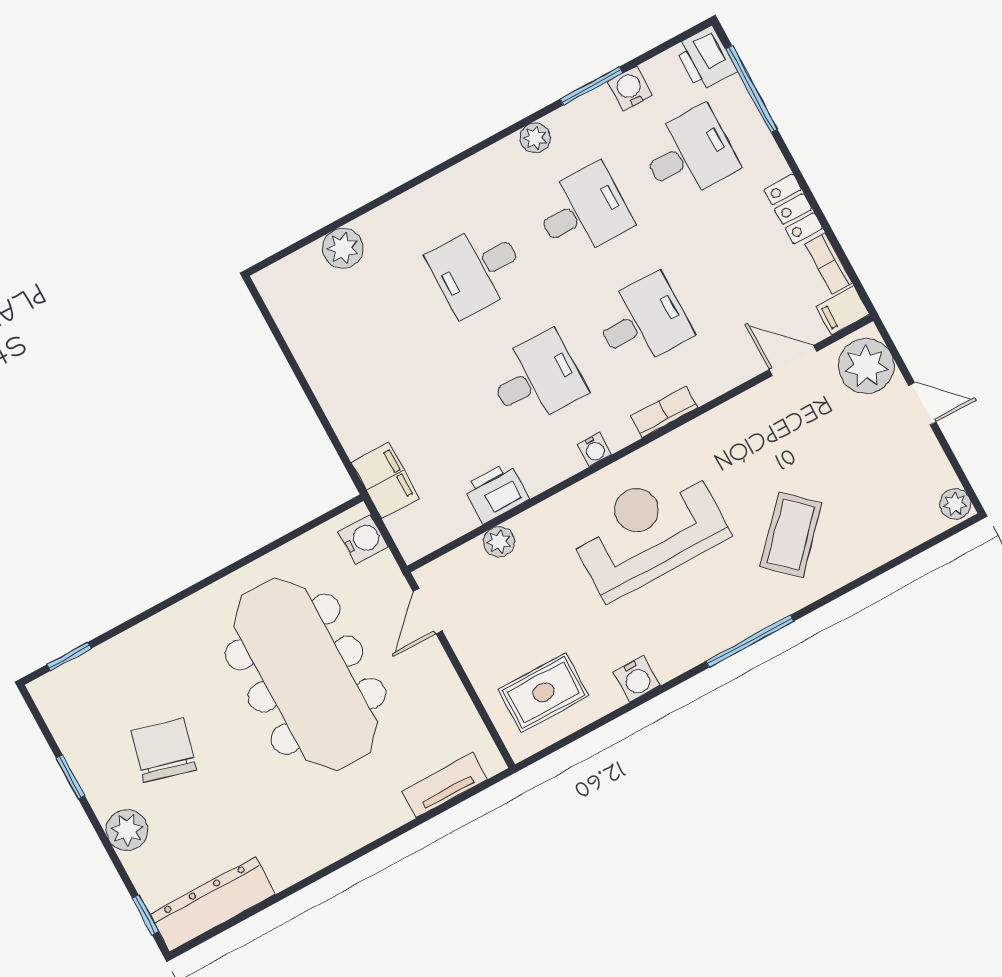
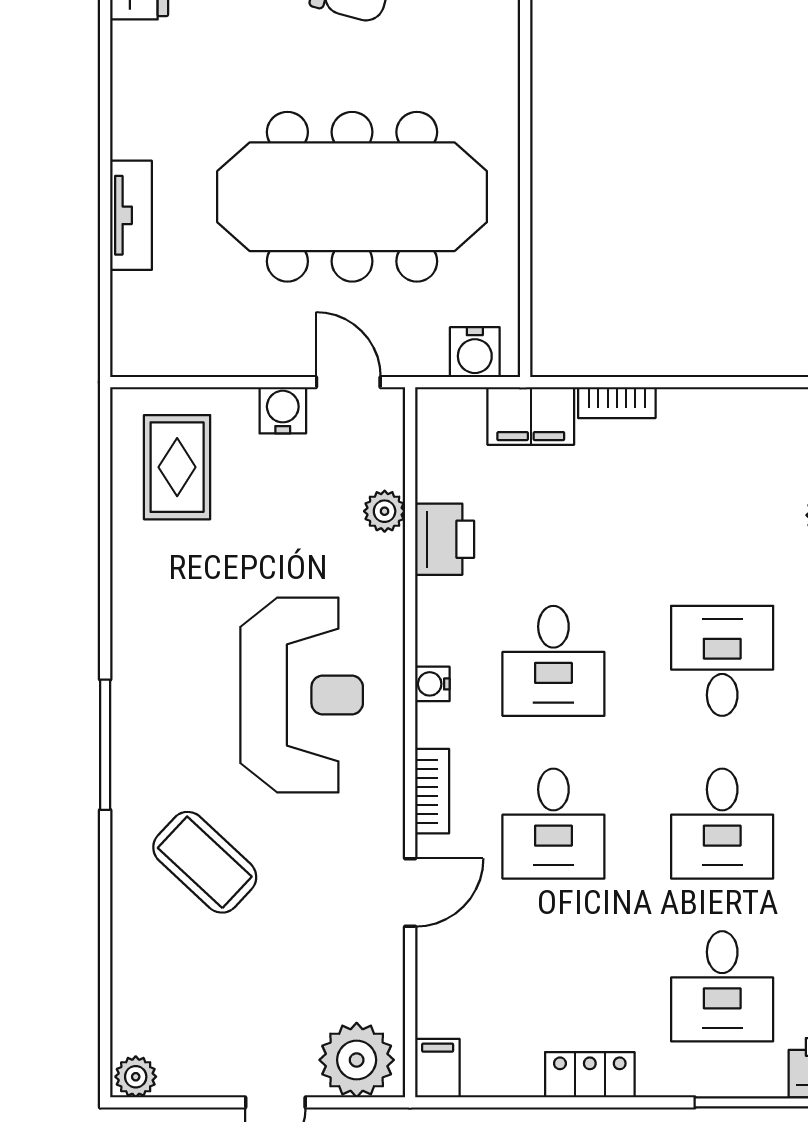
bookcase: (829, 263) -> (617, 403), moved, turned 180
door: (793, 360) -> (410, 893), moved
water cooler: (637, 679) -> (283, 410), moved, turned 90
tv unit: (444, 785) -> (131, 215), moved

